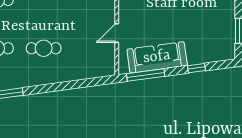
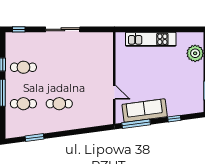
door: (117, 33) -> (114, 92), swing flipped

